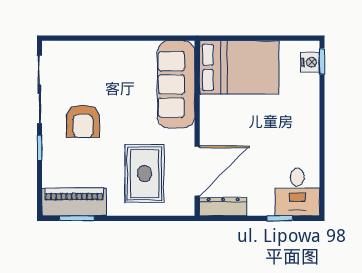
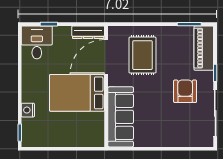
nightstand: (310, 62) -> (28, 110), moved
bed: (239, 67) -> (77, 93), moved
piano: (74, 202) -> (204, 48), moved, turned 90

